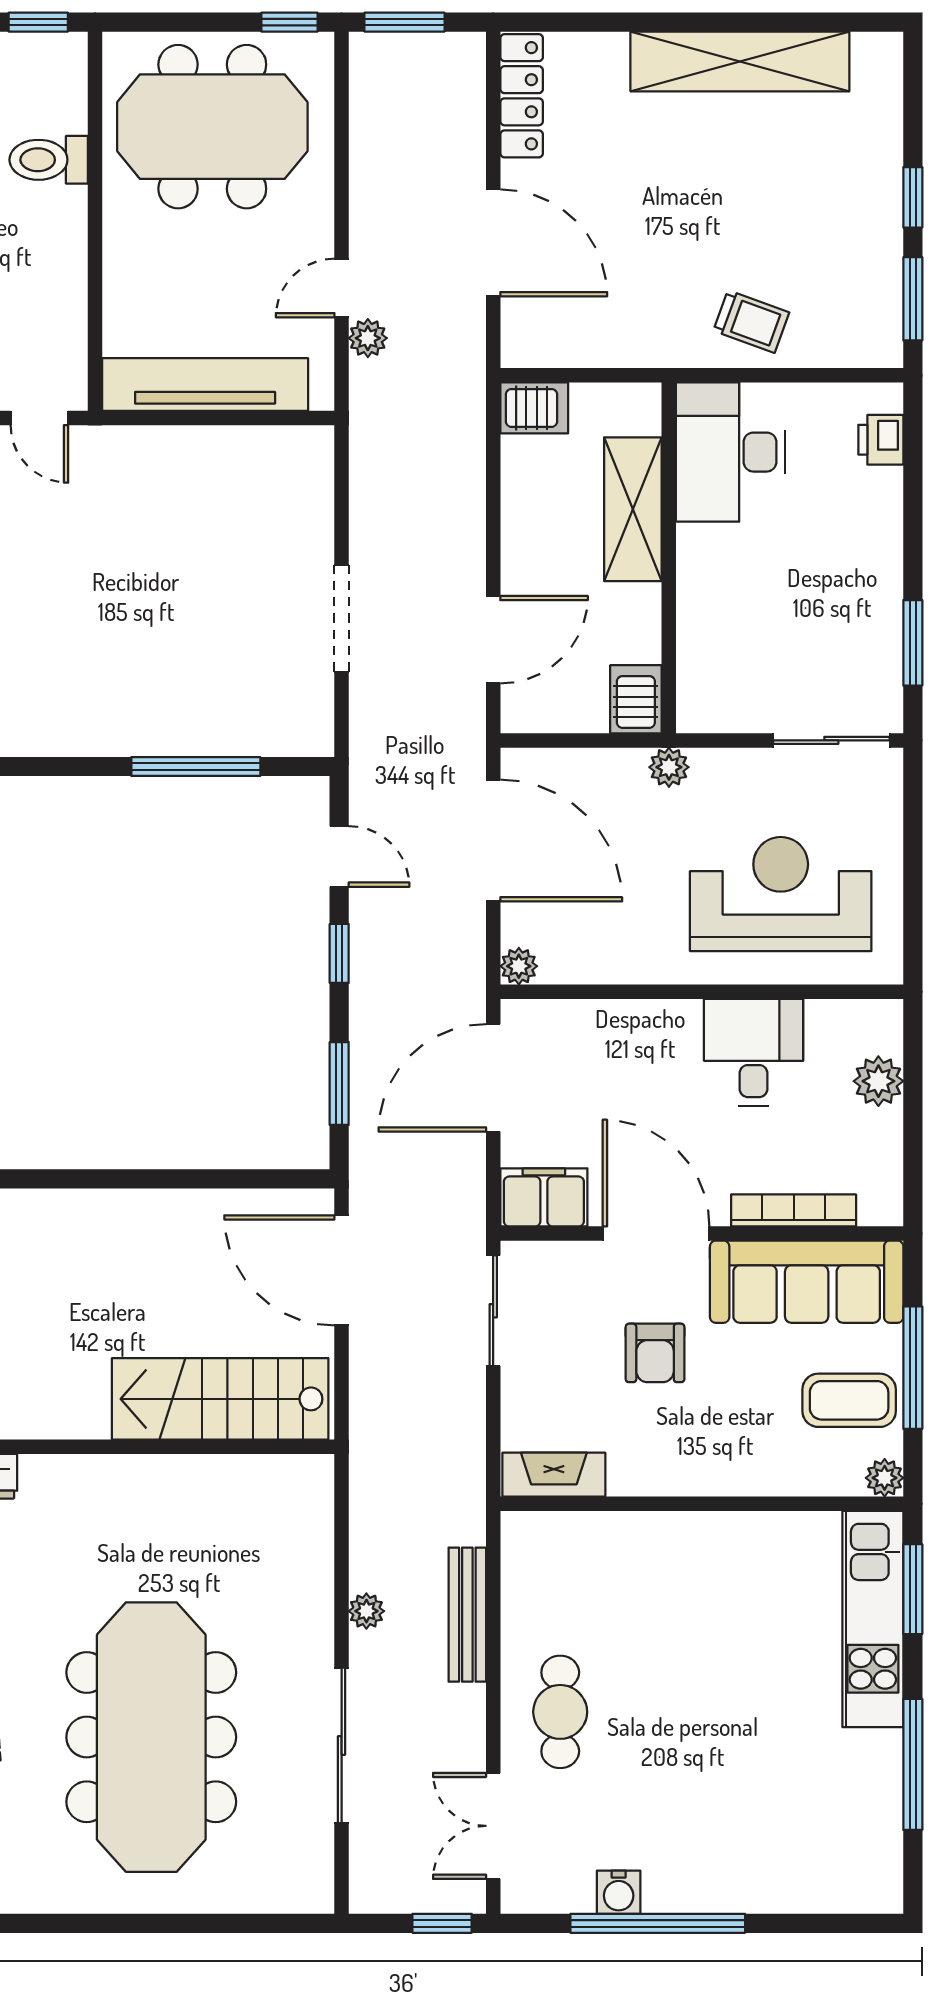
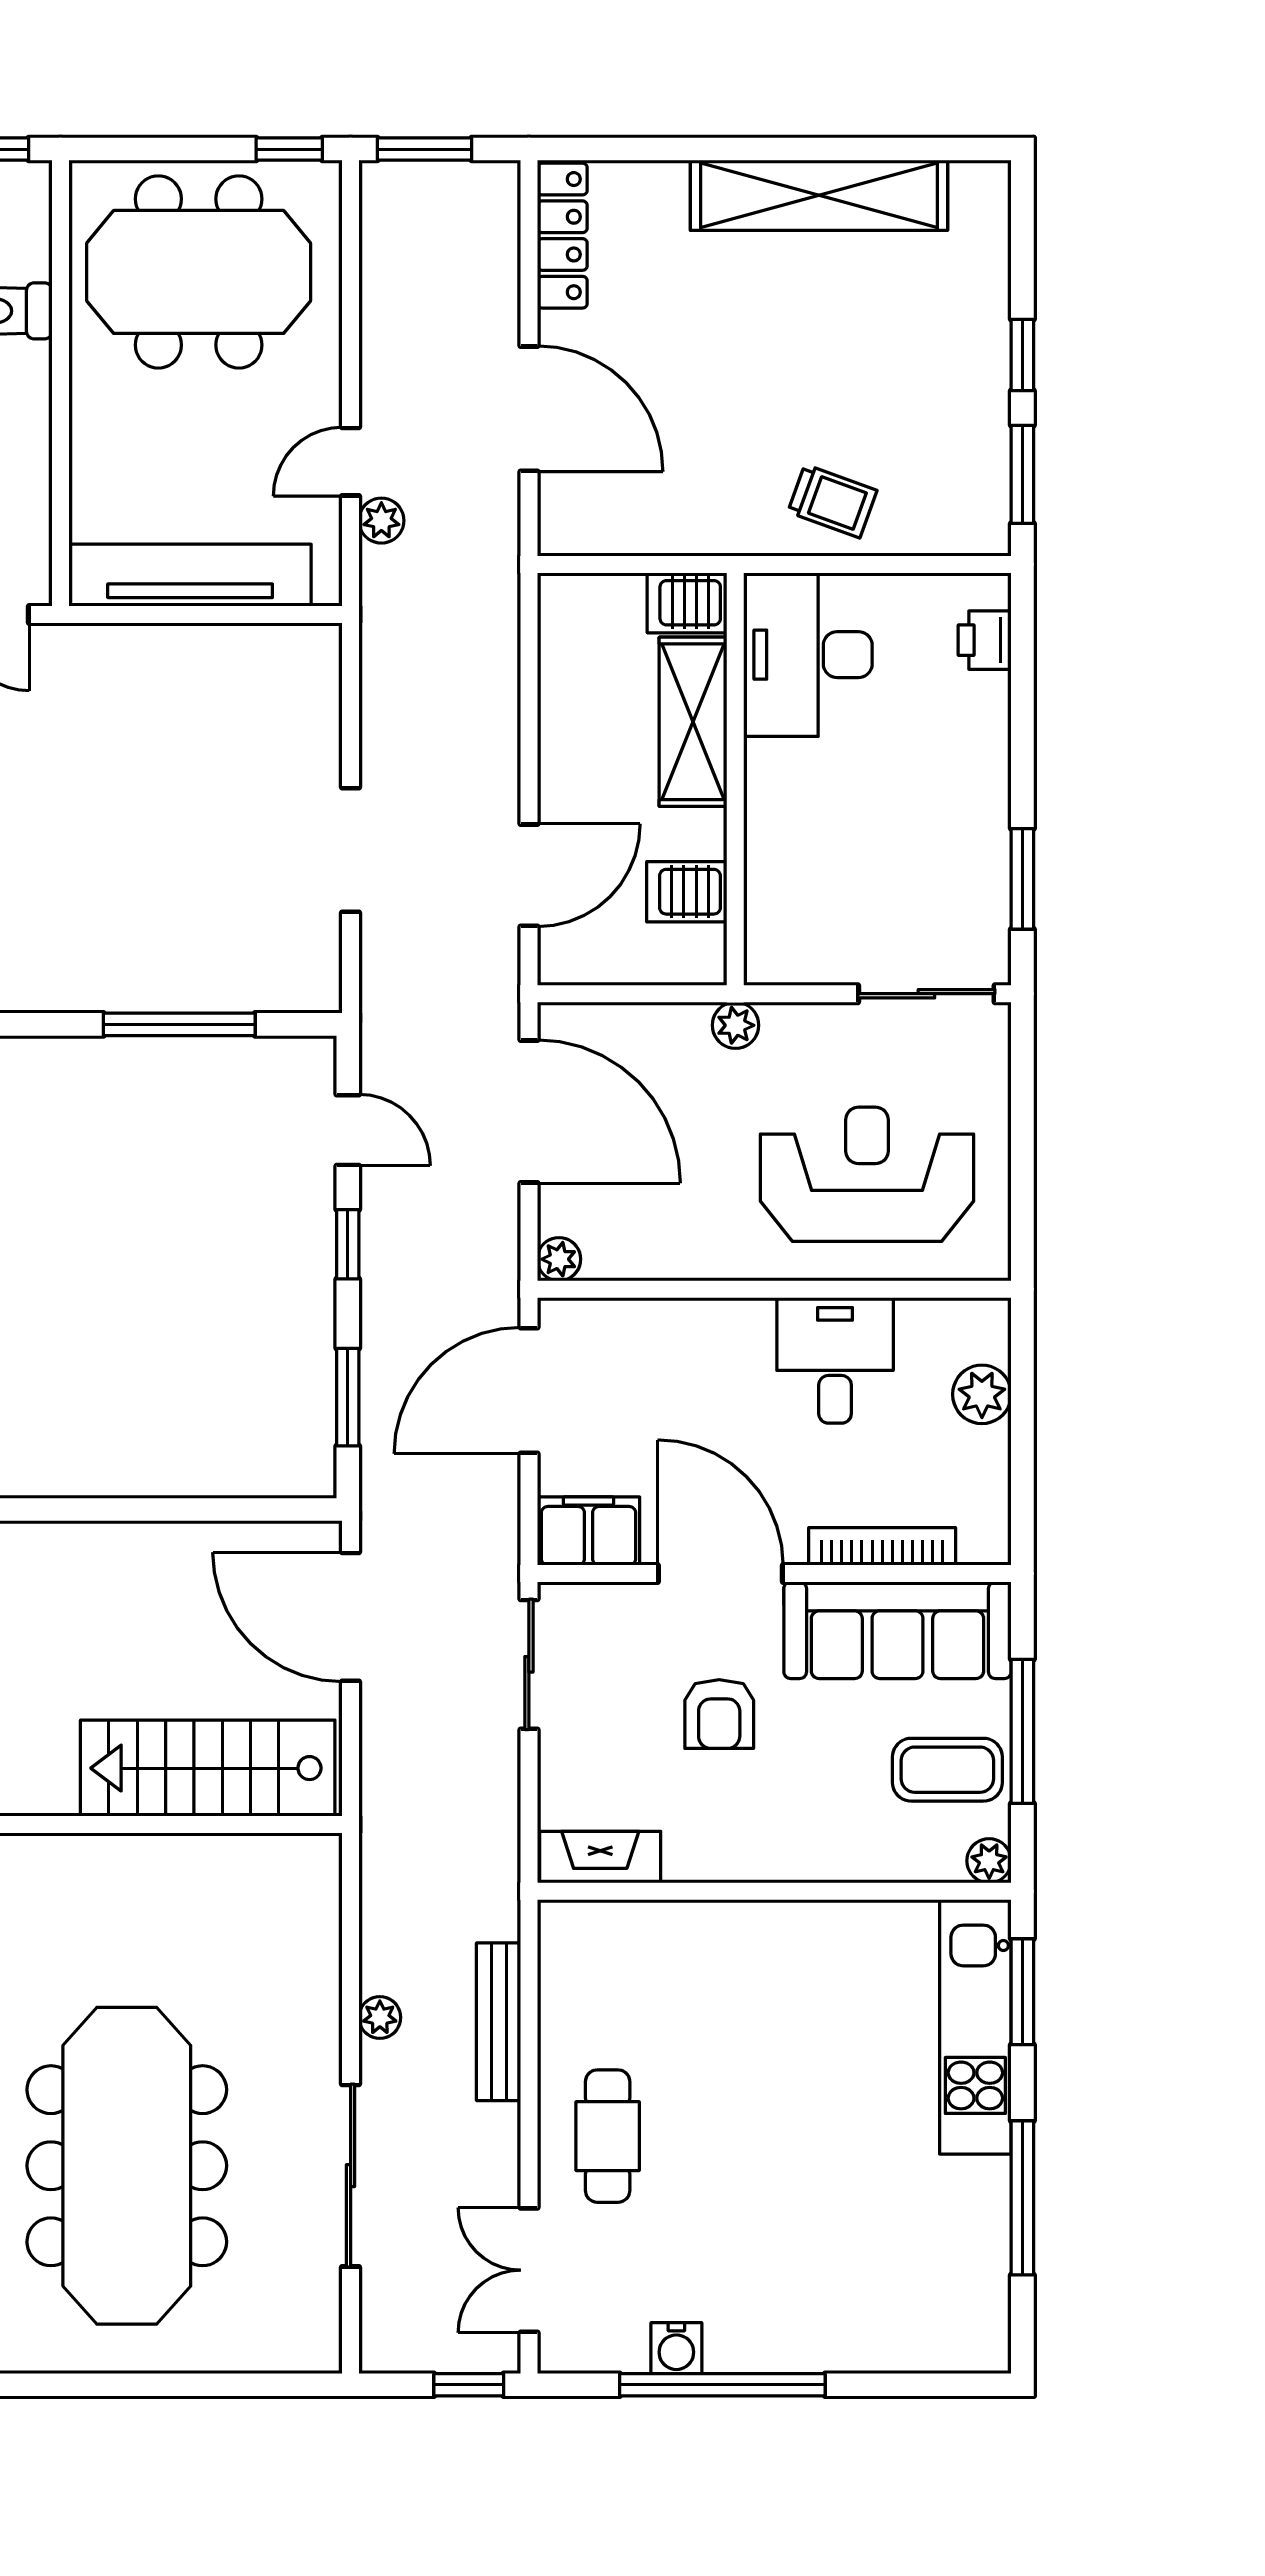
server rack: (534, 408) -> (687, 603), moved, turned 180
server rack: (636, 699) -> (687, 892), moved, turned -90

